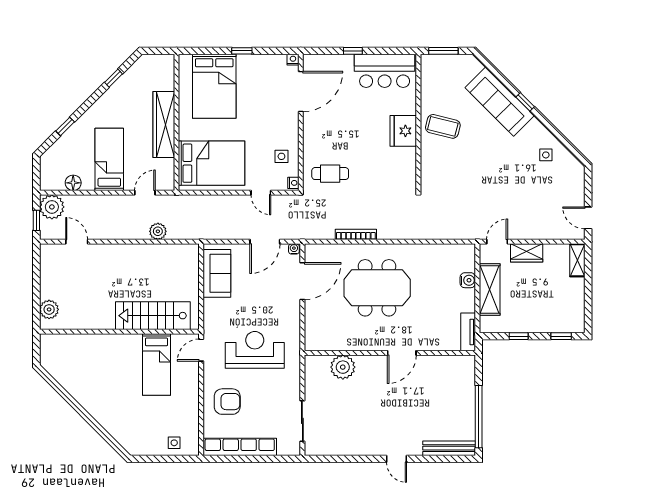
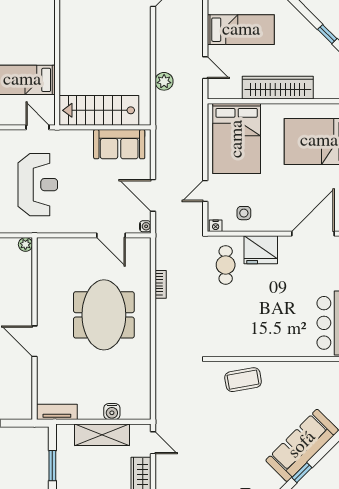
door: (301, 91) -> (313, 234), swing flipped
coffee table: (443, 126) -> (243, 380), moved, turned 66
fridge: (403, 131) -> (261, 250), moved, turned 180
bookcase: (356, 234) -> (161, 284), width x0.64
door: (302, 281) -> (111, 235), width x0.73
stairs: (153, 316) -> (99, 110), moved, turned -90
window: (519, 336) -> (52, 466), width x1.50
plant: (343, 367) -> (25, 244), moved, width x0.53, depth x0.53

